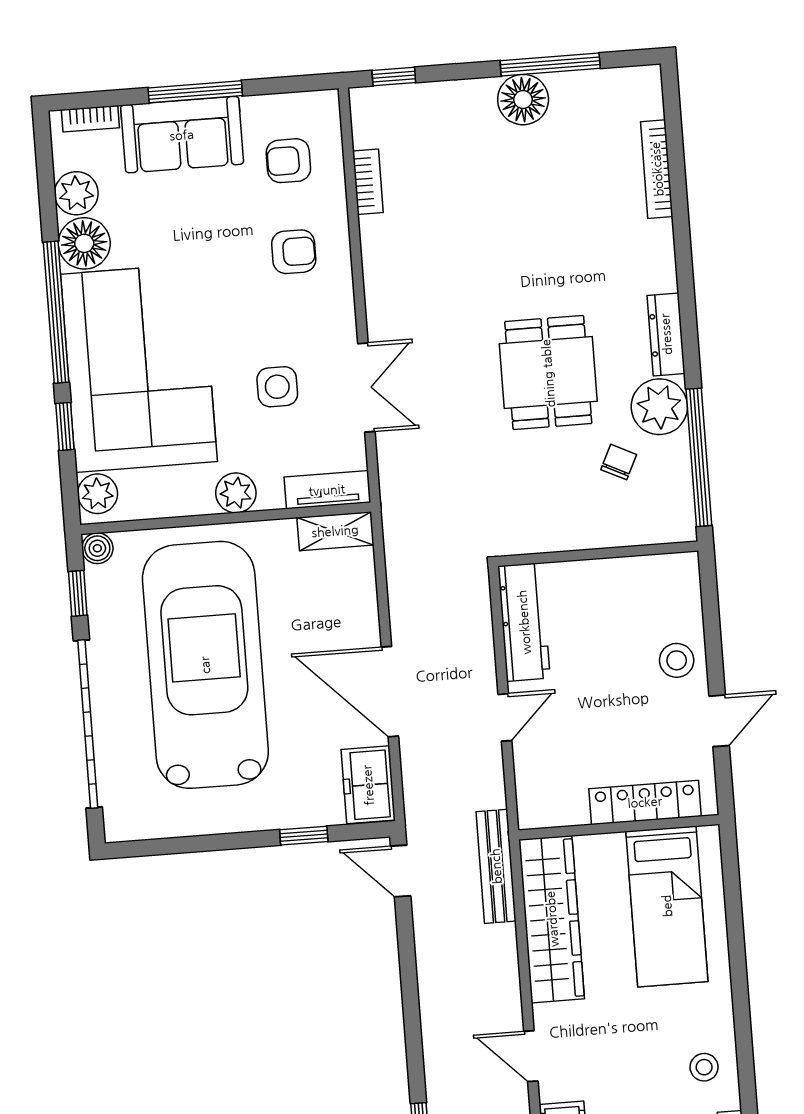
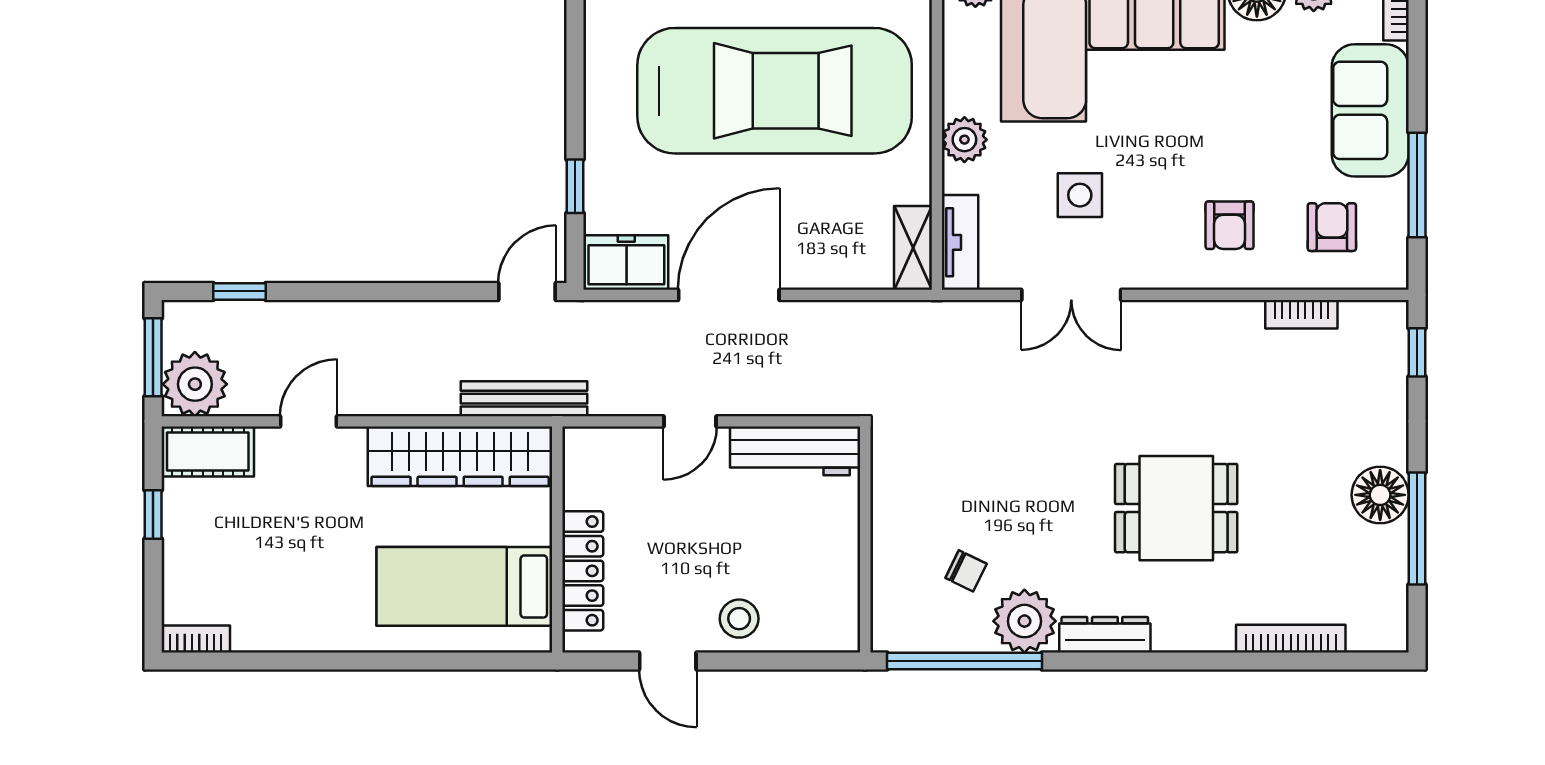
window: (195, 92) -> (1417, 185), moved
dining table: (548, 373) -> (1176, 508), moved
door: (505, 717) -> (690, 421), hinge flipped
stool: (704, 1067) -> (281, 614), removed

